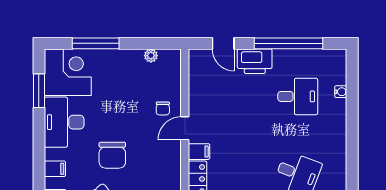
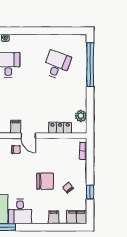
desk: (64, 122) -> (20, 211), width x0.73
filing cabinet: (199, 152) -> (16, 127), moved

